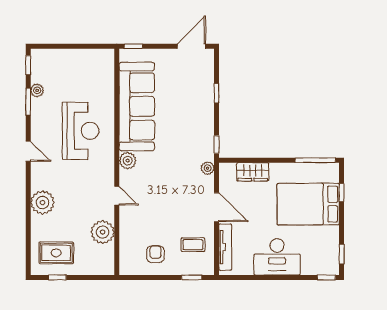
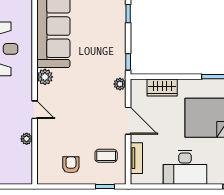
plant: (103, 232) -> (27, 139), width x0.53, depth x0.53
tv unit: (225, 247) -> (136, 158), width x0.71

